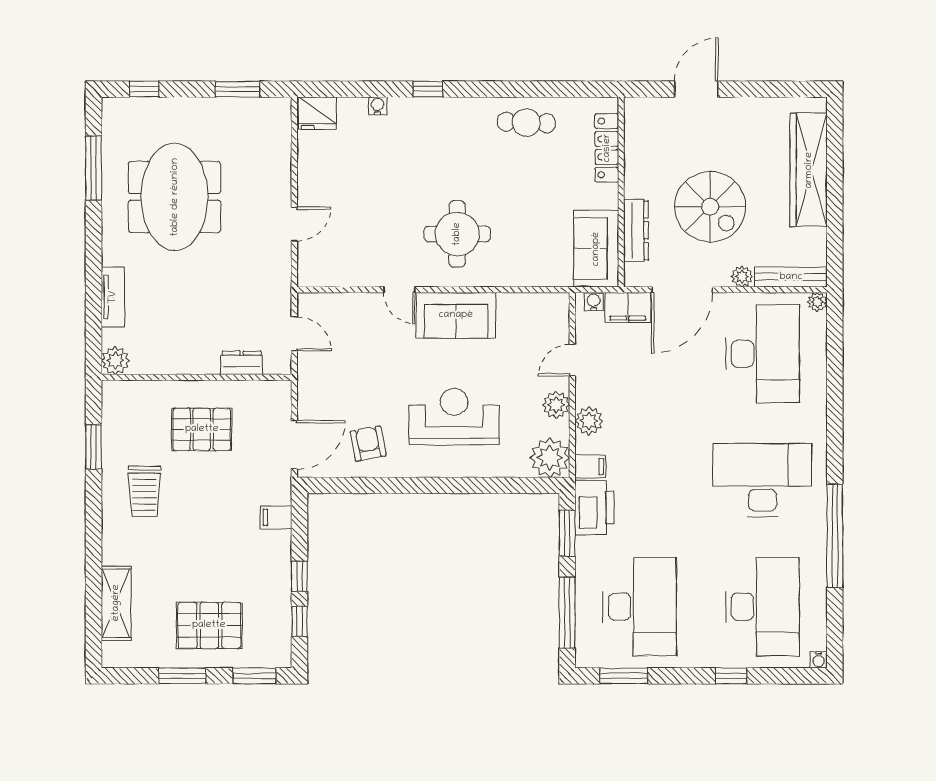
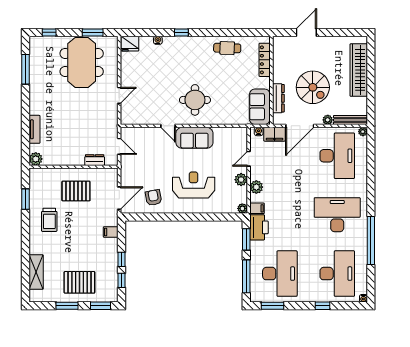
meeting table: (175, 197) -> (82, 62), moved
plant: (550, 458) -> (242, 208), width x0.53, depth x0.53

